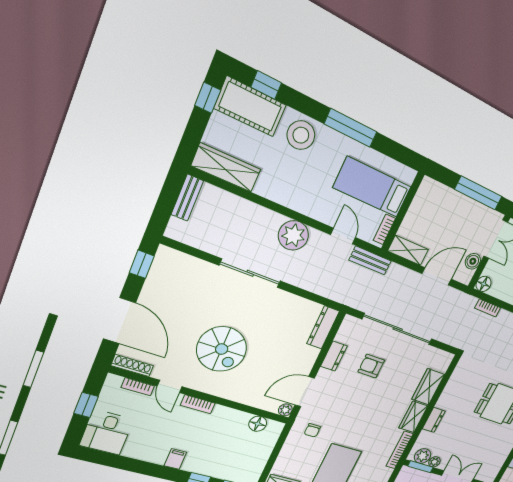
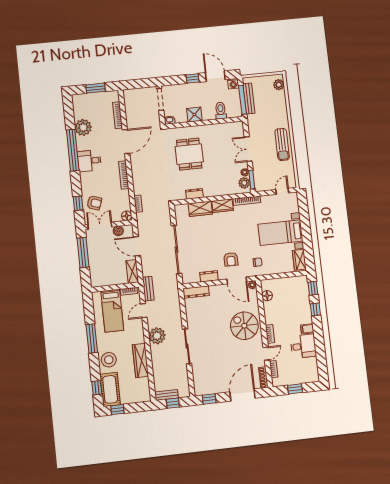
wardrobe: (226, 168) -> (140, 361), moved
window: (167, 201) -> (173, 403), added
spiral stairs: (222, 349) -> (244, 326), moved, turned -90
armchair: (371, 366) -> (231, 259), moved
dresser: (434, 420) -> (194, 194), moved
desk: (107, 432) -> (303, 346), moved

